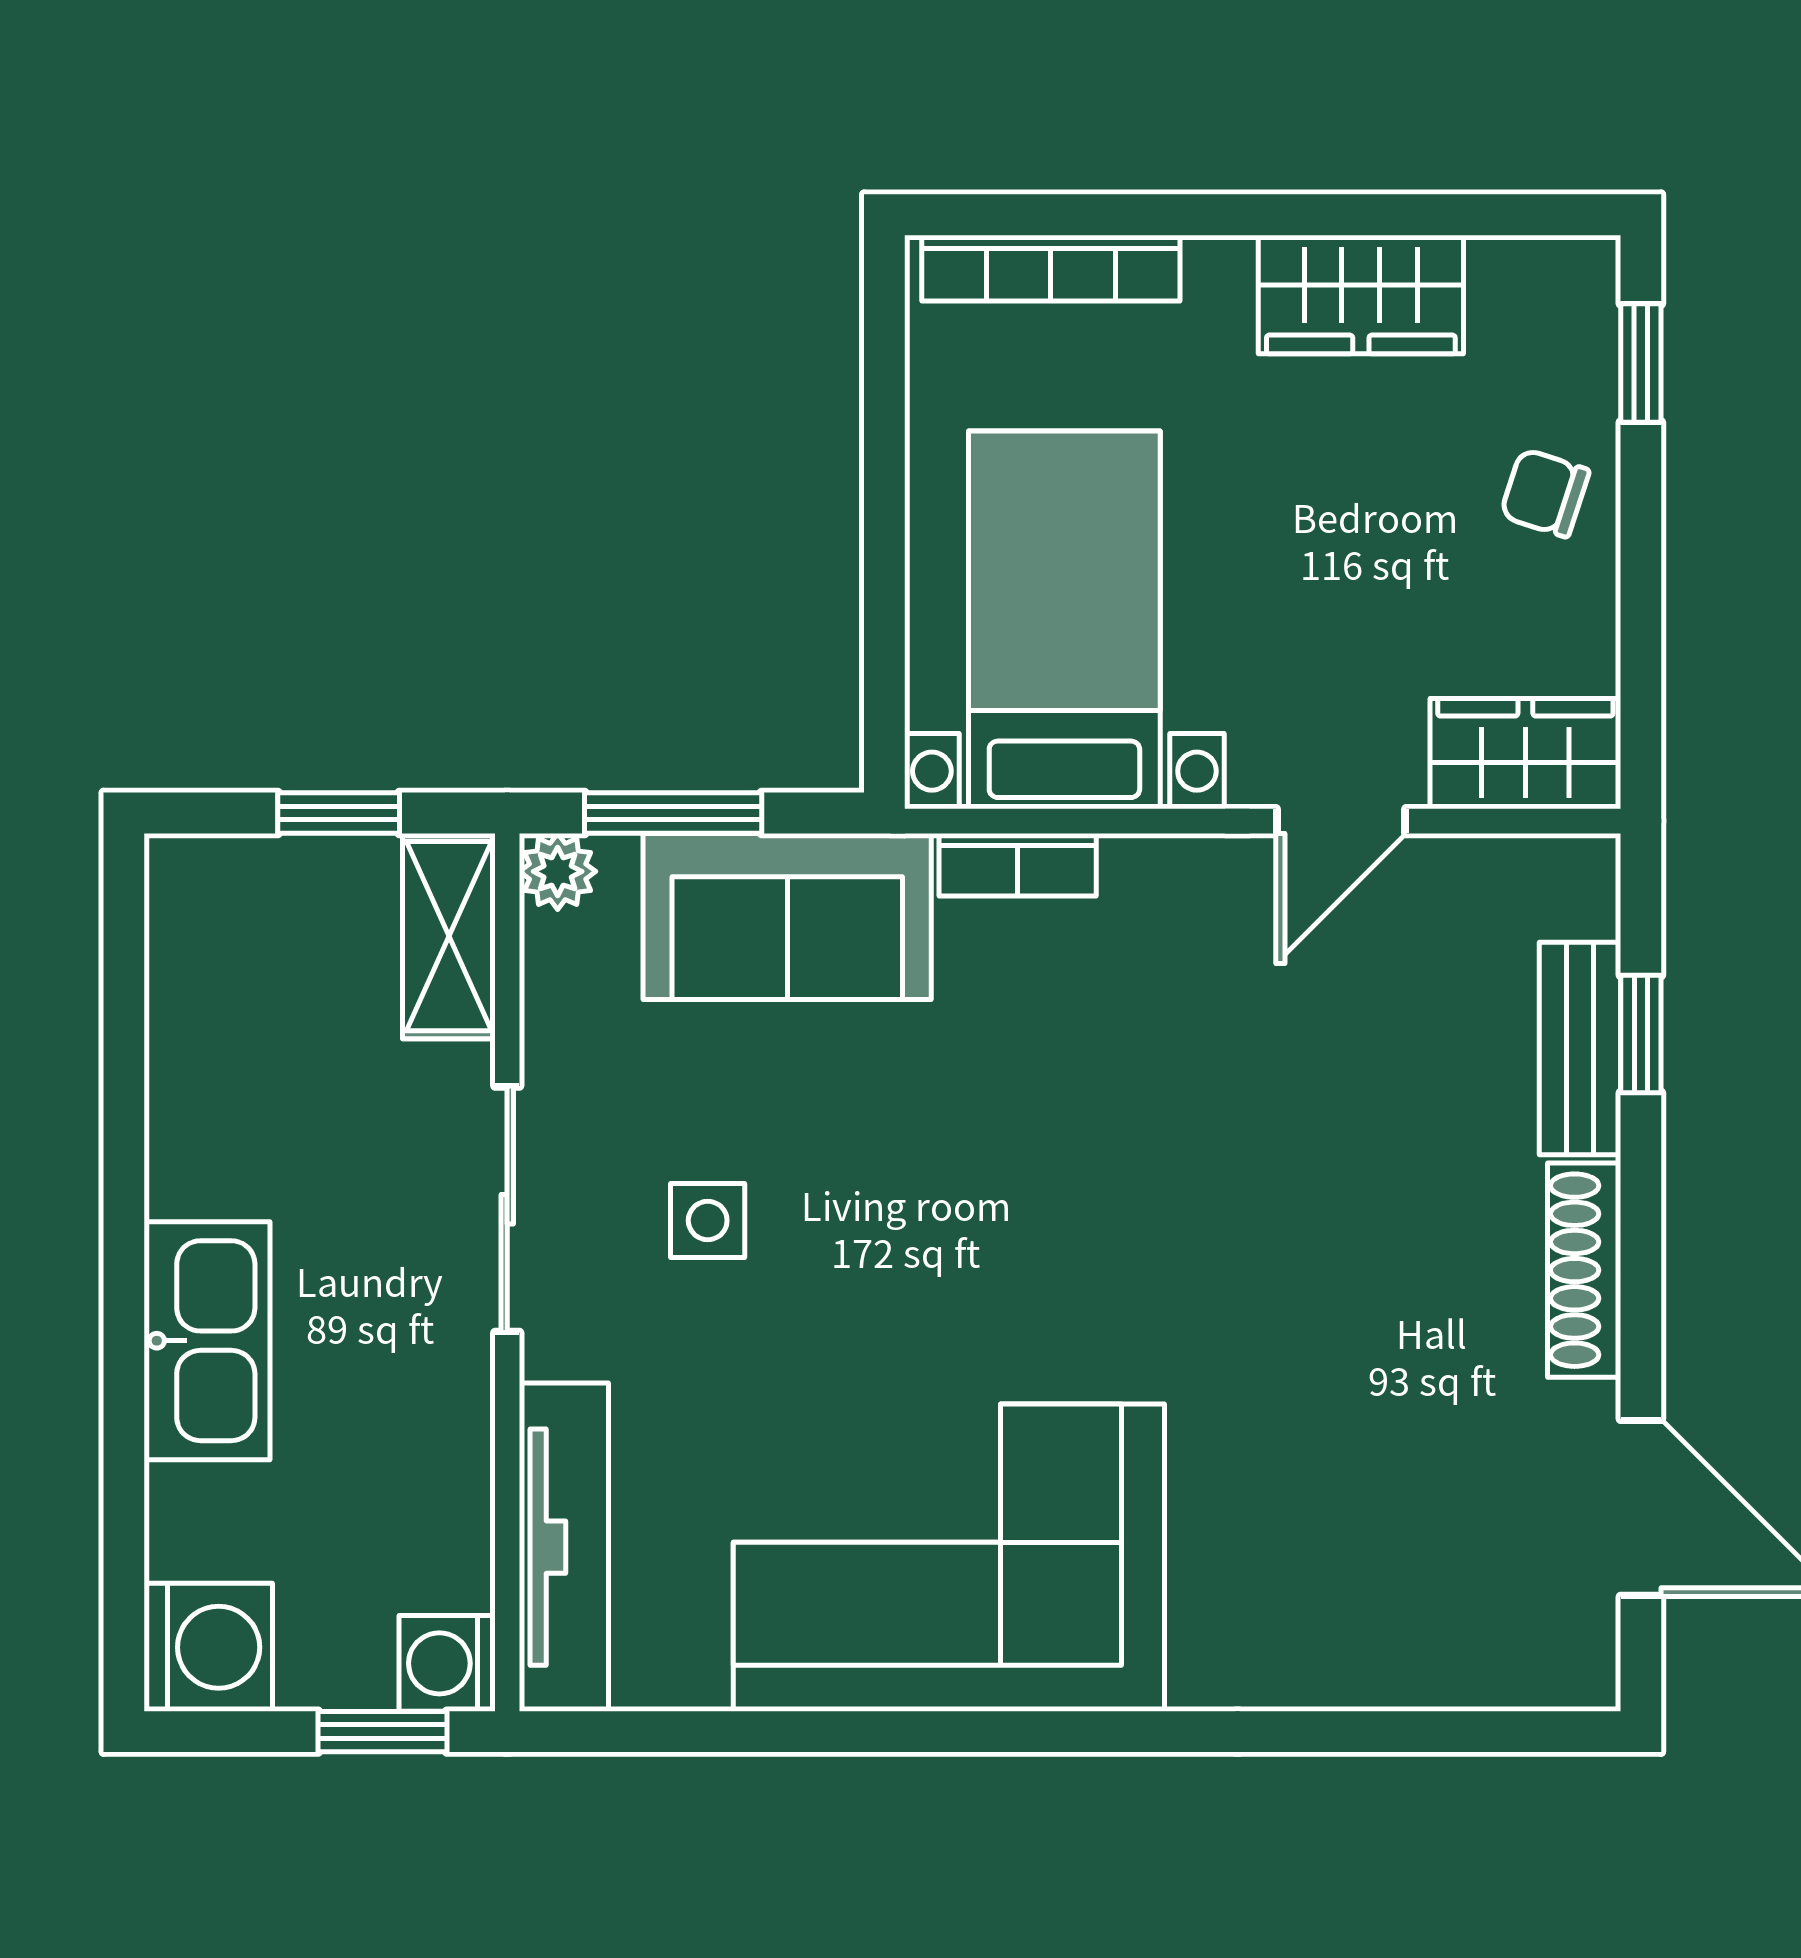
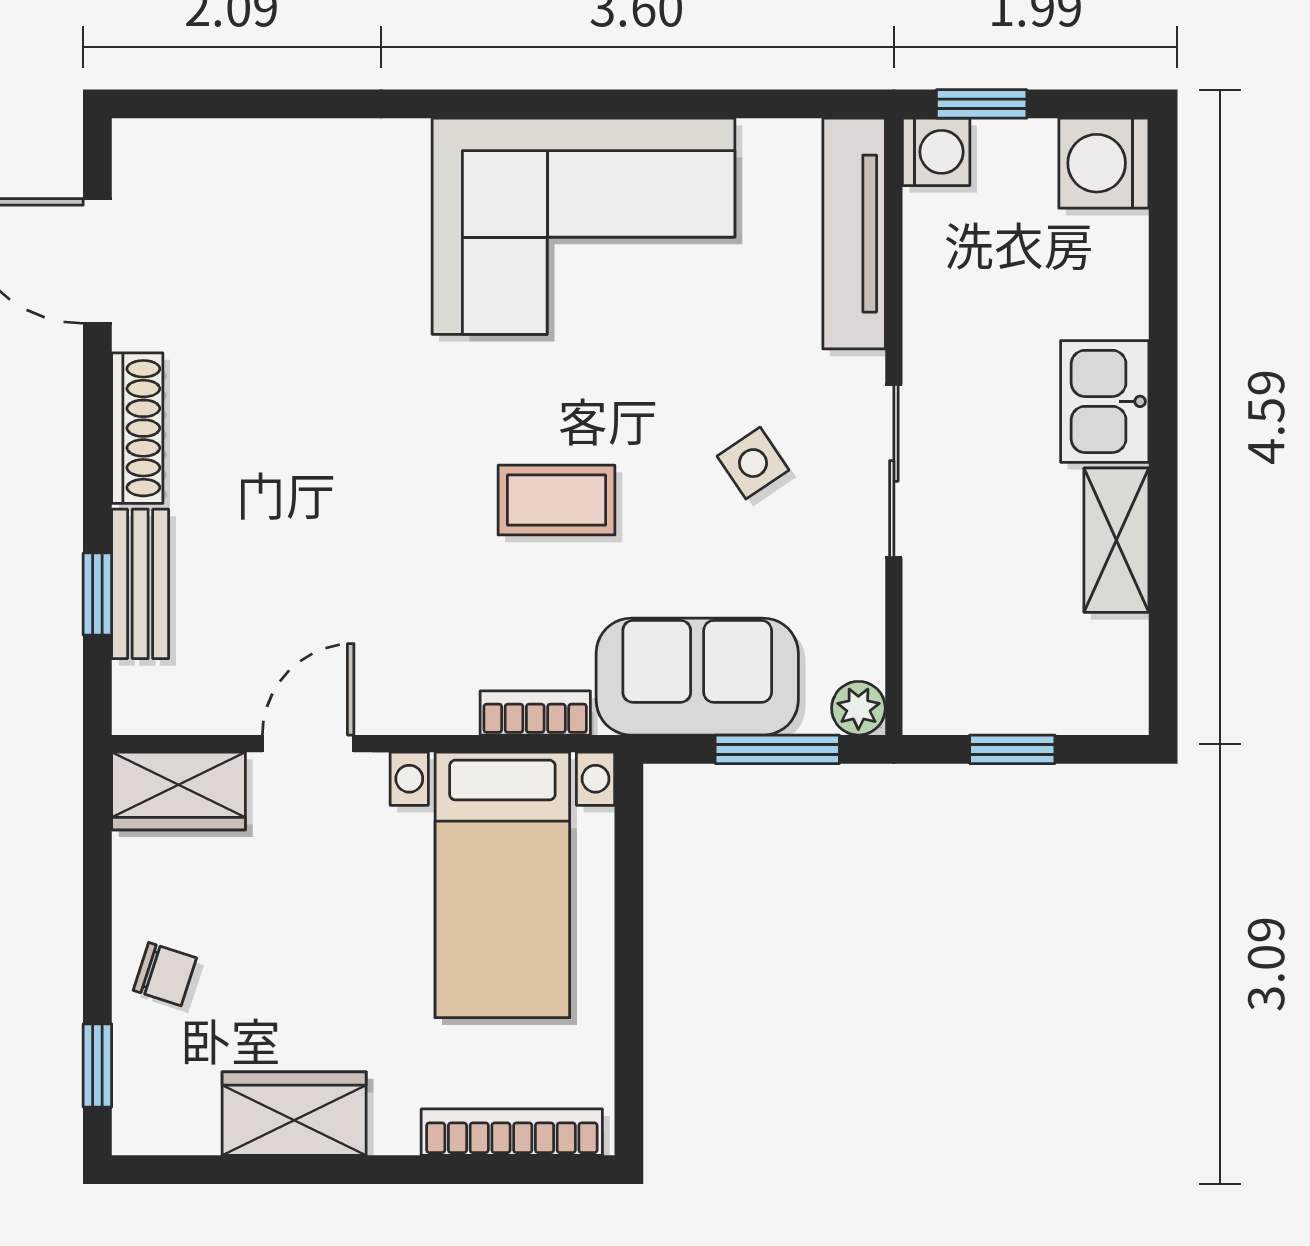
shelving: (449, 936) -> (1116, 540), moved
coffee table: (987, 1168) -> (556, 500), added
side table: (708, 1220) -> (753, 463), turned -34
kitchen sink: (207, 1341) -> (1105, 401), width x0.73

